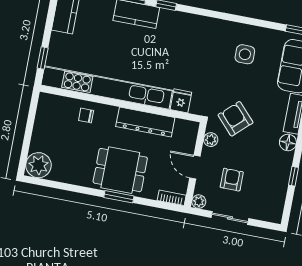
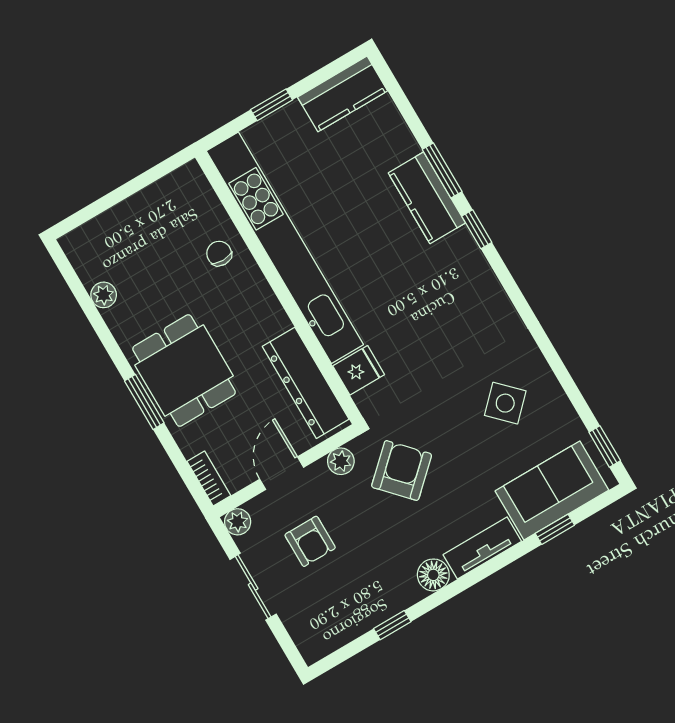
side table: (245, 54) -> (505, 403), turned 45
window: (43, 58) -> (272, 105), moved
dresser: (145, 122) -> (306, 383), moved
plant: (38, 165) -> (104, 295), moved, width x0.53, depth x0.53
armchair: (232, 180) -> (310, 541), turned 90

